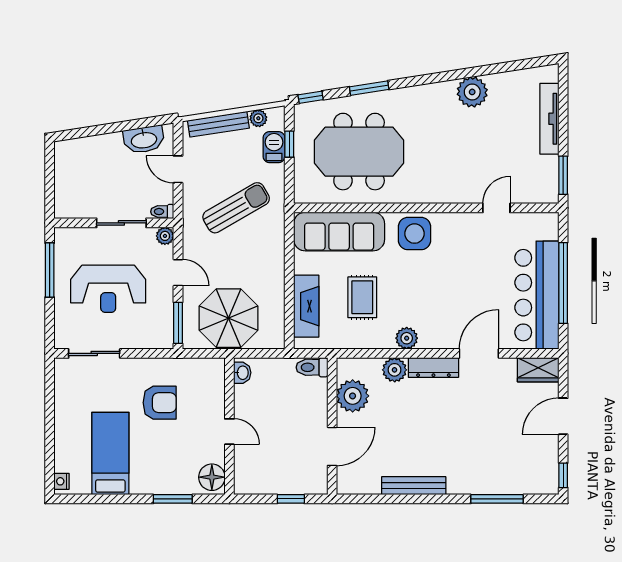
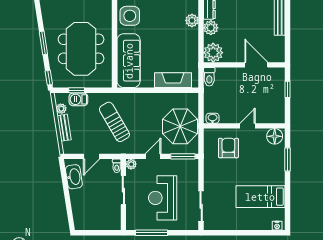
bench: (218, 124) -> (64, 128), width x0.73
reception desk: (108, 289) -> (163, 198), turned 180
rug: (362, 297) -> (168, 47), removed
plant: (353, 396) -> (213, 53), moved
armchair: (160, 403) -> (228, 148), moved

